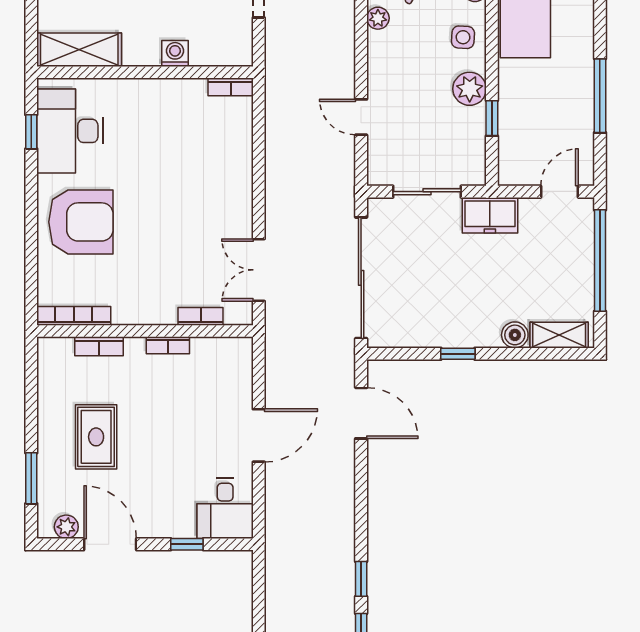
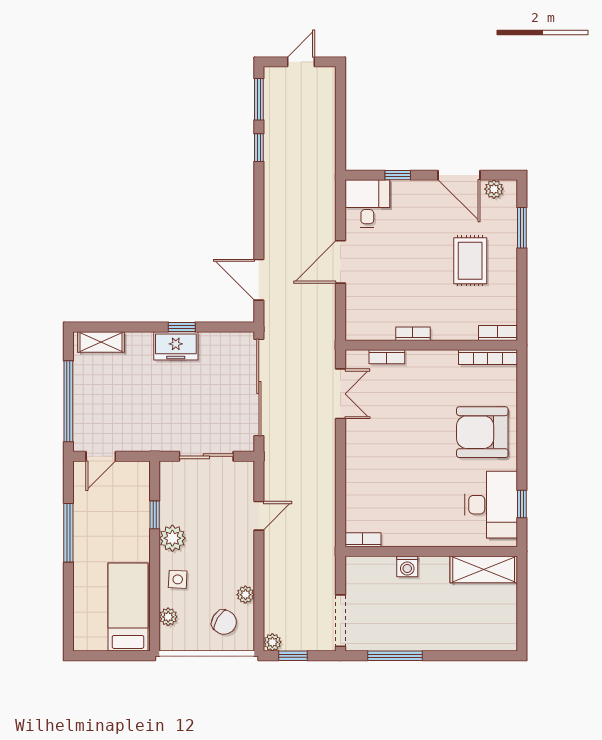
door: (361, 117) -> (259, 516), hinge flipped
freezer: (490, 215) -> (176, 346), moved, turned 180
boiler: (515, 335) -> (136, 342), removed
bookcase: (99, 346) -> (498, 333), moved

